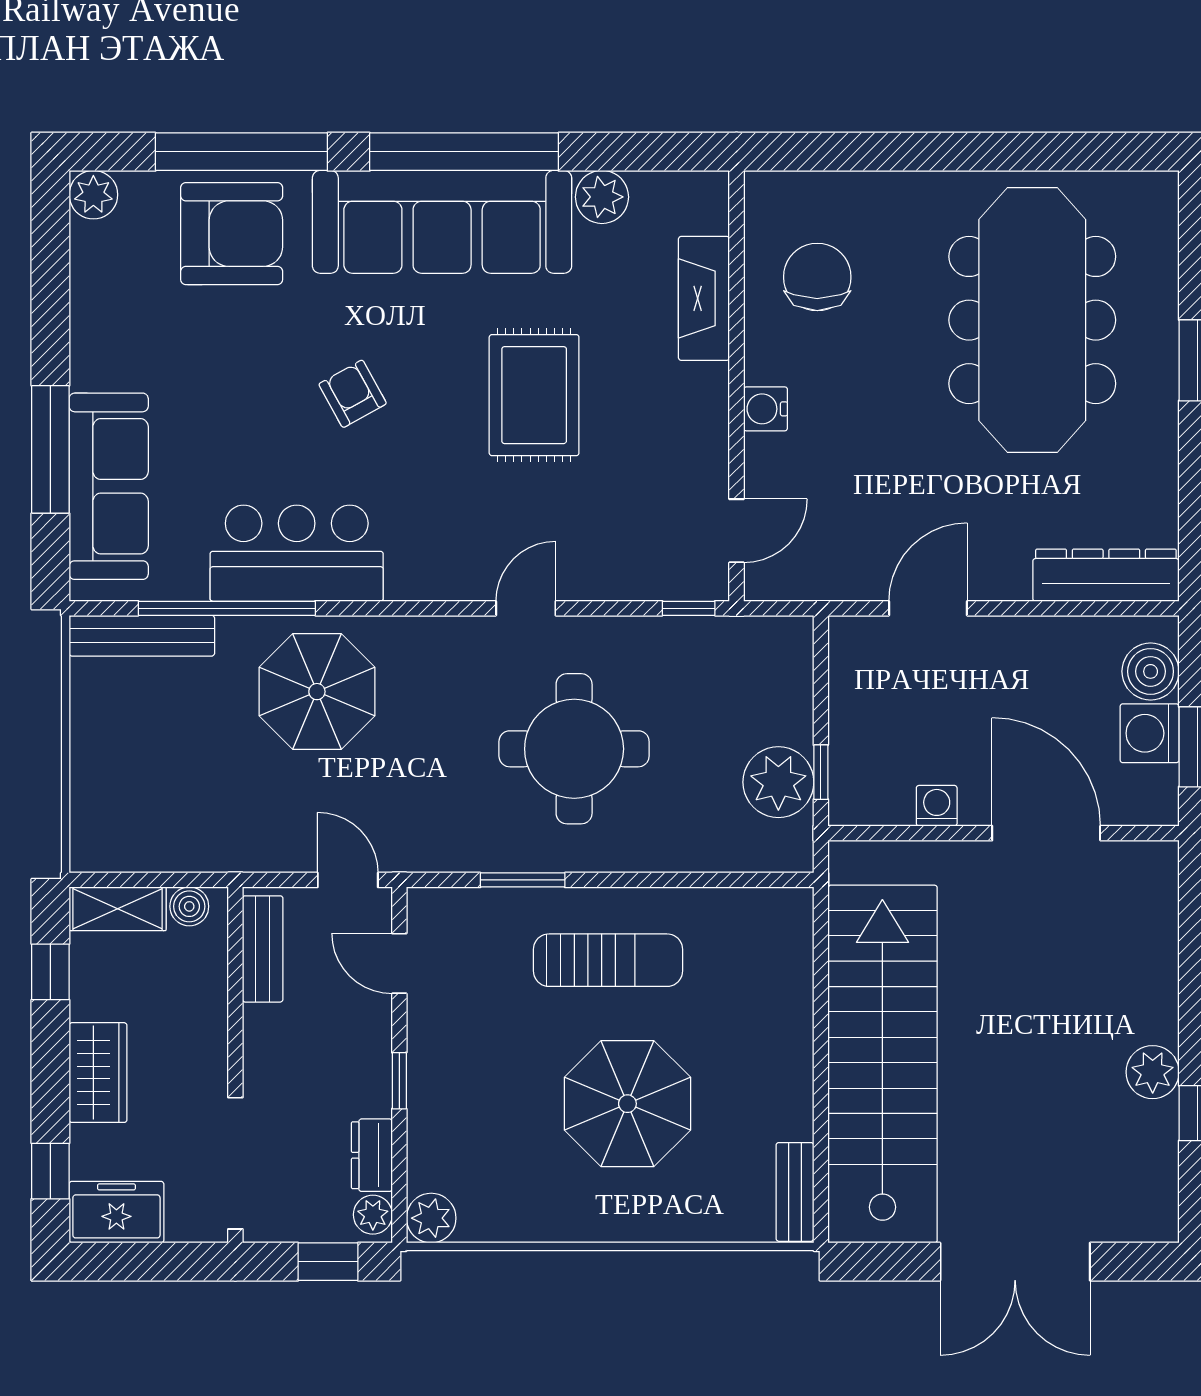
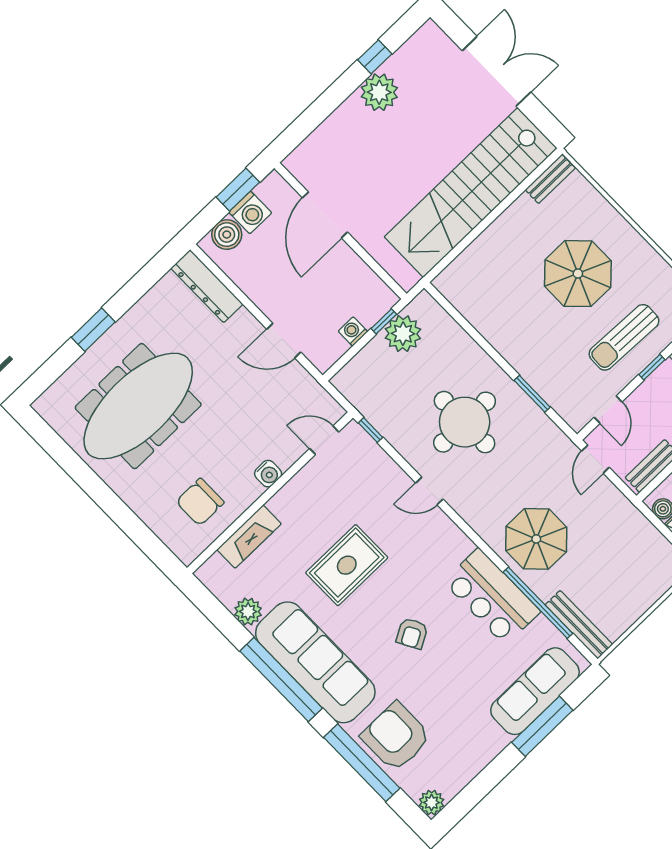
washing machine: (937, 806) -> (353, 331), moved, turned 90
sun lounger: (608, 960) -> (624, 337), moved, turned -88
plant: (1153, 1072) -> (379, 92), width x1.36, depth x1.36

